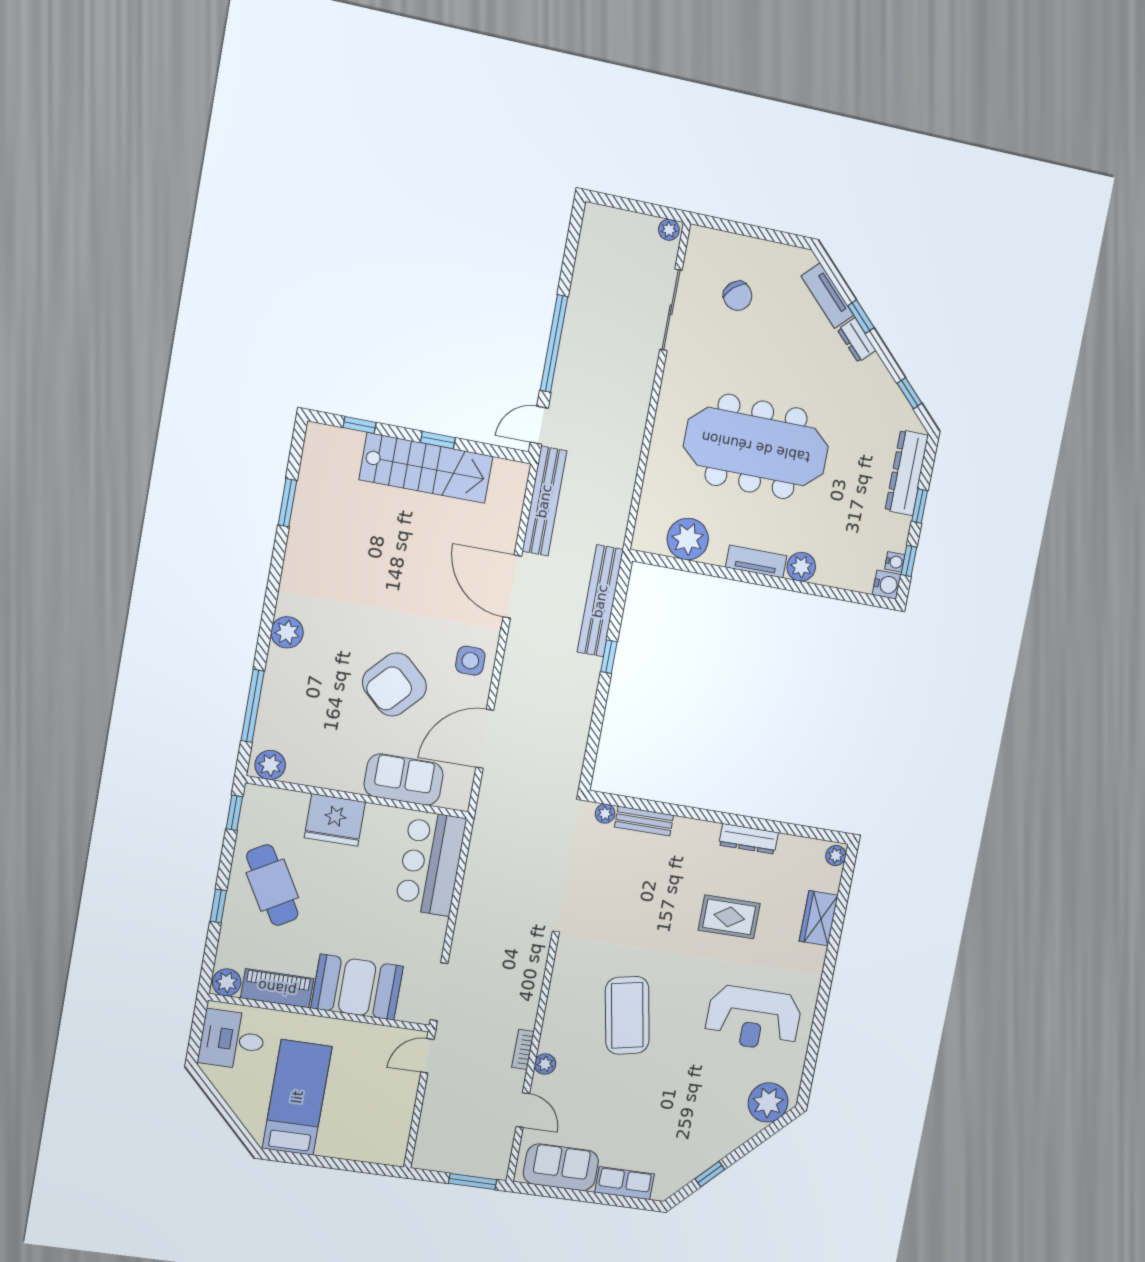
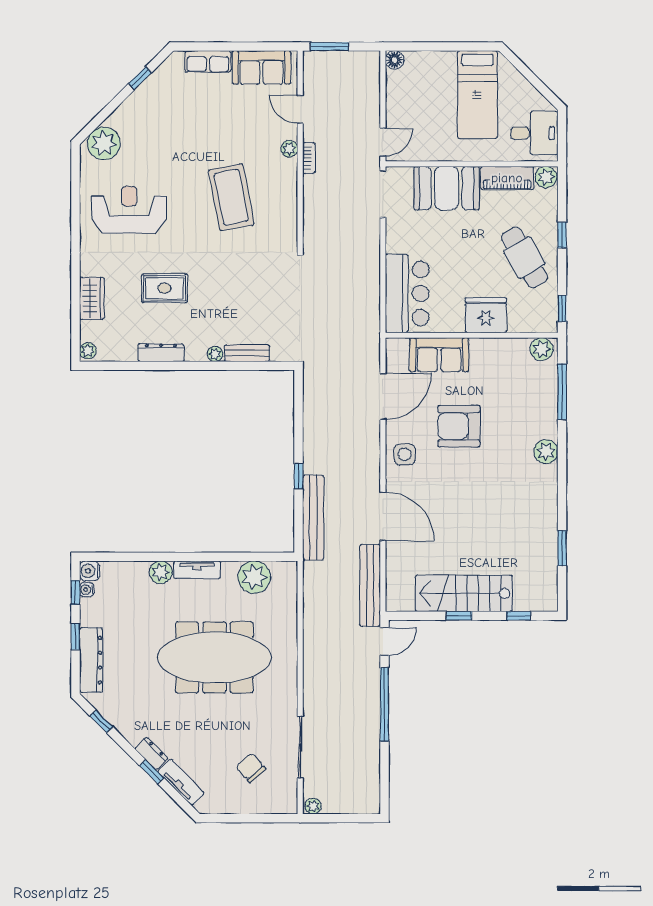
armchair: (394, 684) -> (459, 426), turned -133
plant: (605, 814) -> (215, 354), moved
floor lamp: (394, 1154) -> (395, 60), added

